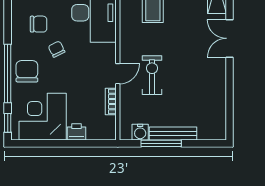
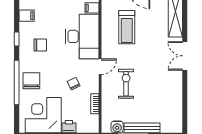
chair: (57, 49) -> (74, 84), moved
door: (118, 74) -> (100, 67), moved
window: (8, 123) -> (17, 39), moved

